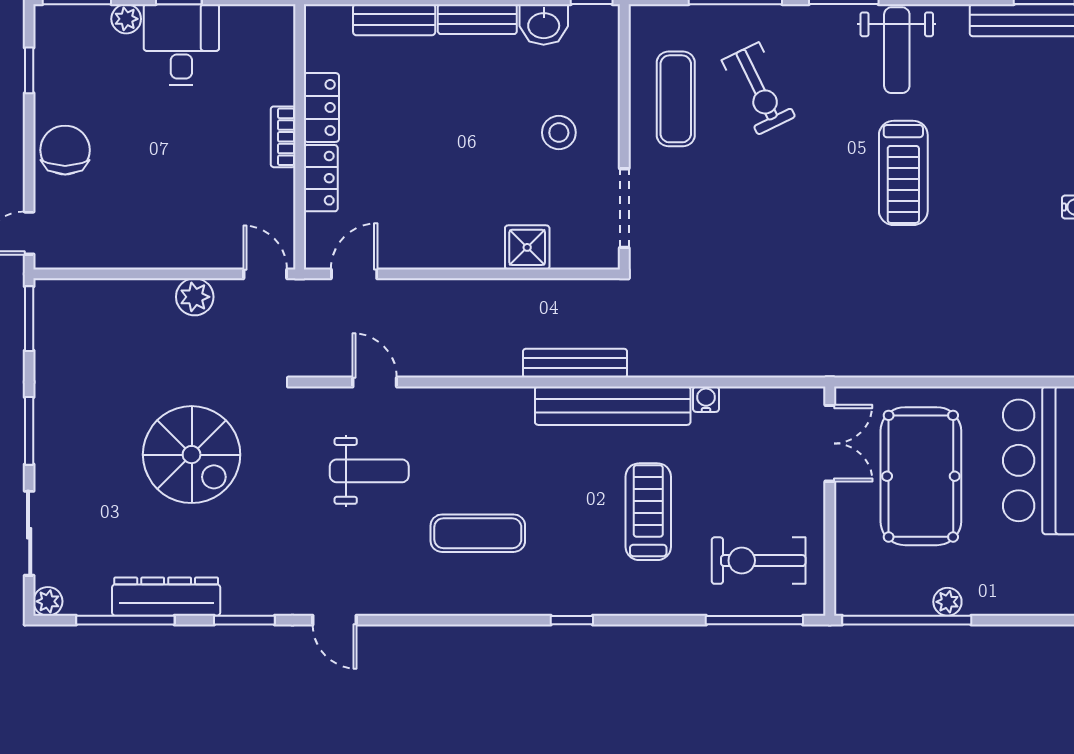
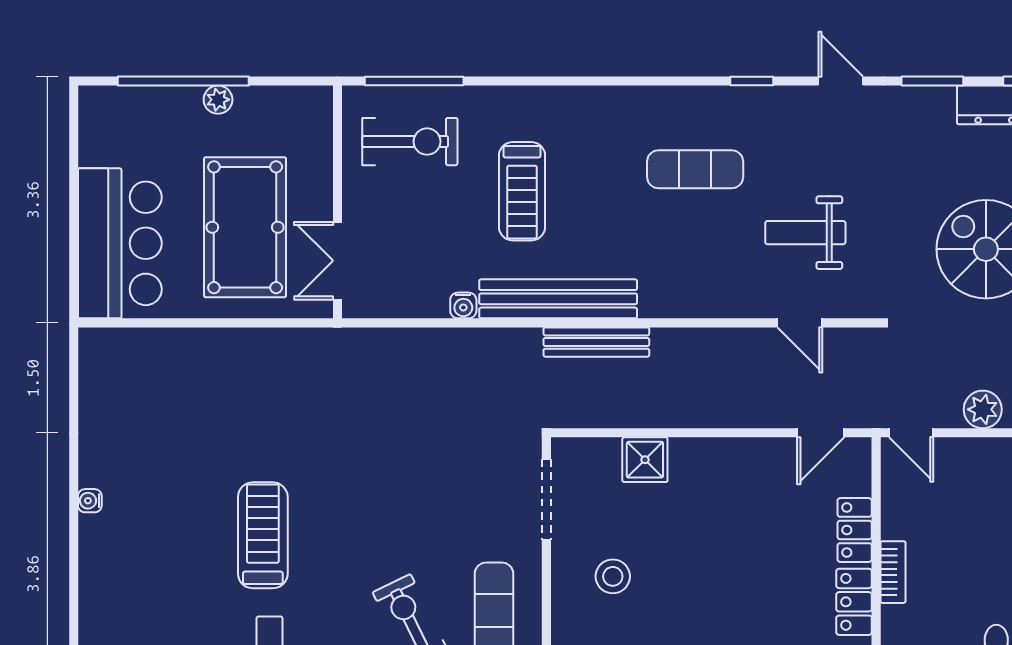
window: (572, 620) -> (752, 81), moved
window: (907, 620) -> (183, 81), moved

